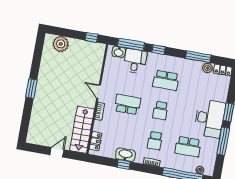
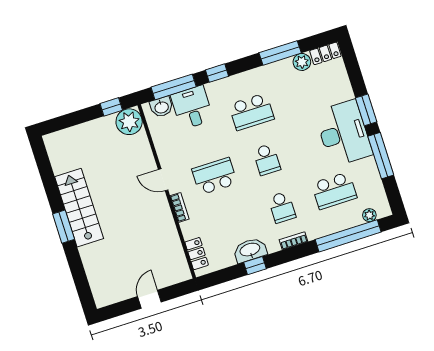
plant: (61, 44) -> (129, 122), moved
stairs: (82, 130) -> (79, 208), moved, turned 180

